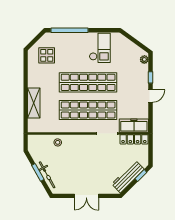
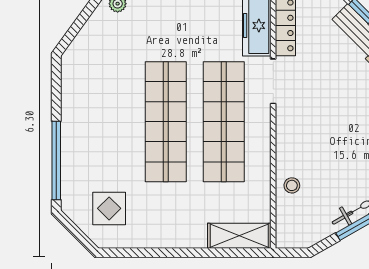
checkout: (100, 48) -> (93, 97), removed
shelving: (34, 103) -> (239, 236), moved

